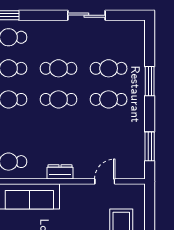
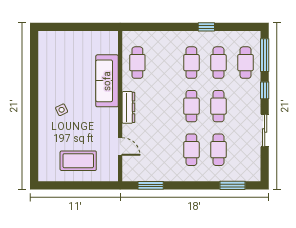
window: (40, 15) -> (265, 90), added
window: (150, 81) -> (233, 185), moved
dresser: (60, 172) -> (128, 107), width x1.44

